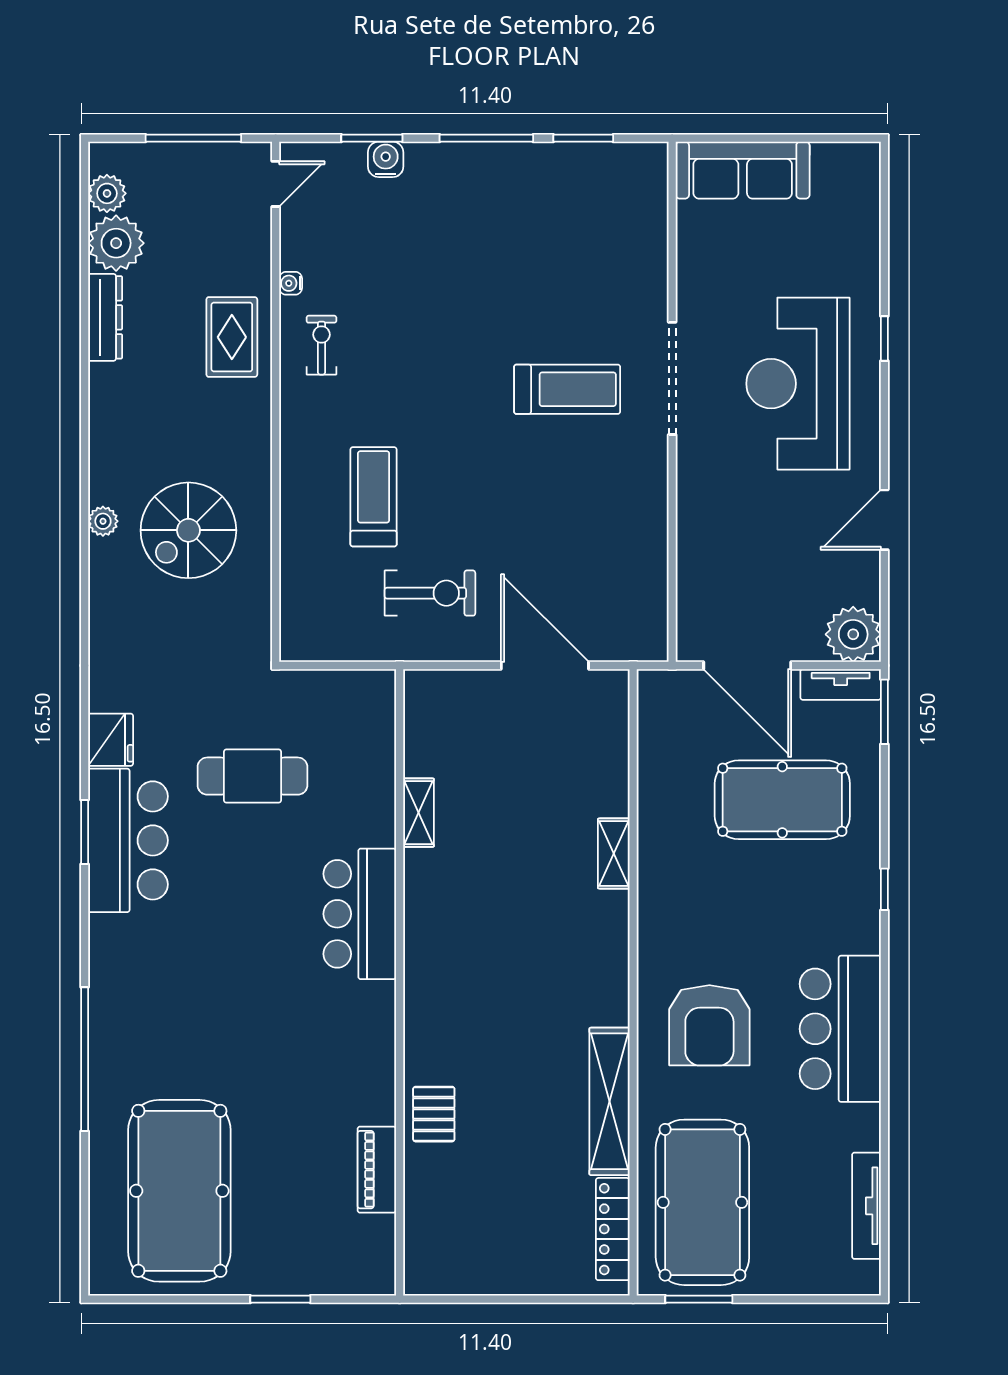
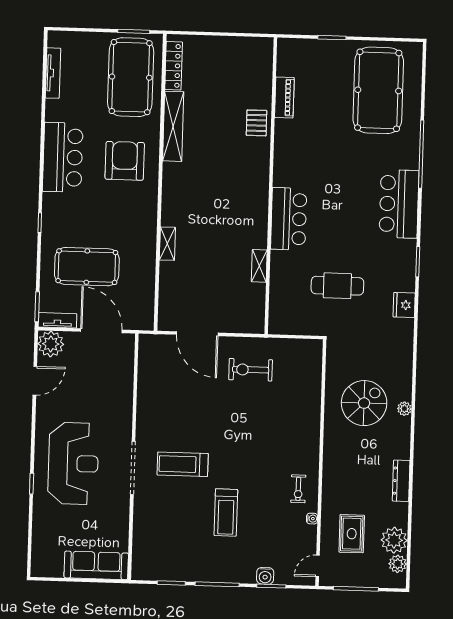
dresser: (105, 317) -> (401, 481), moved
rug: (232, 337) -> (352, 534), moved
treadmill: (374, 497) -> (226, 513), moved
door: (884, 520) -> (35, 381), moved
bar counter: (128, 840) -> (399, 204), moved

